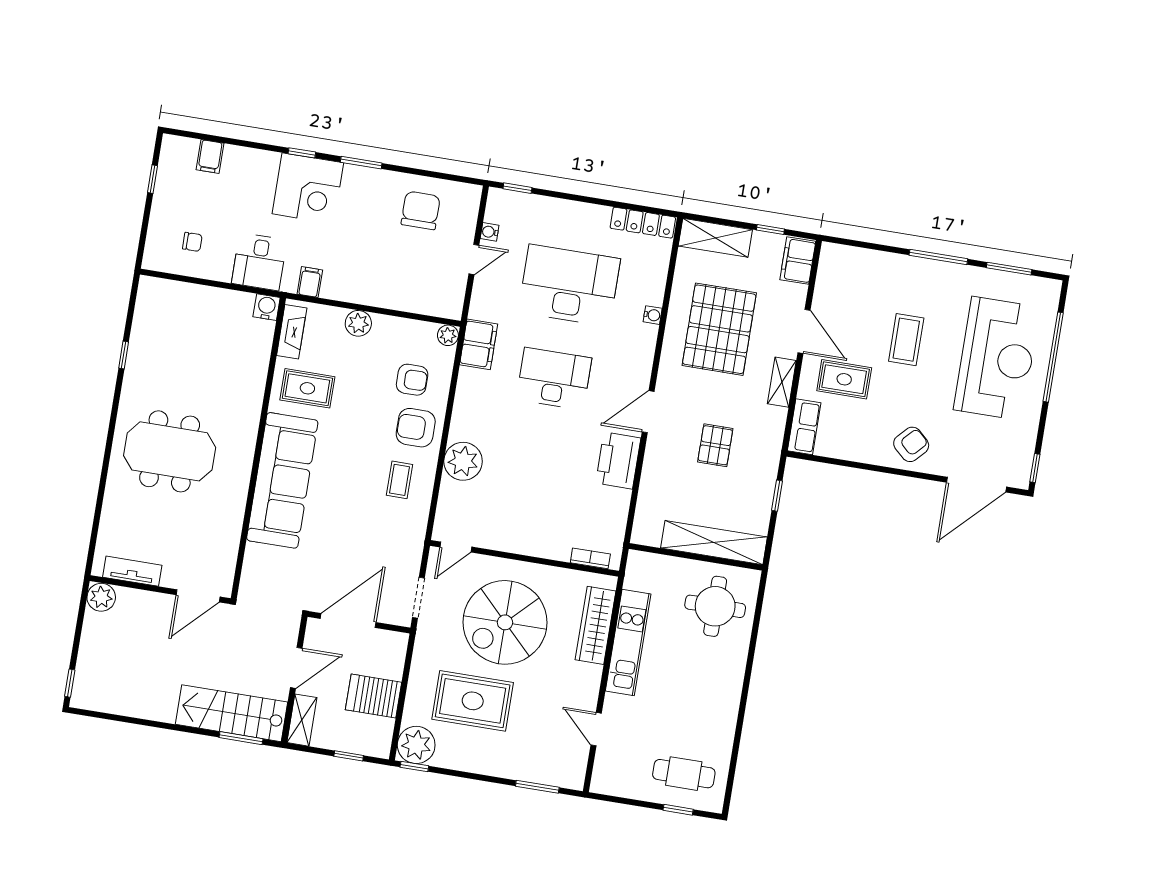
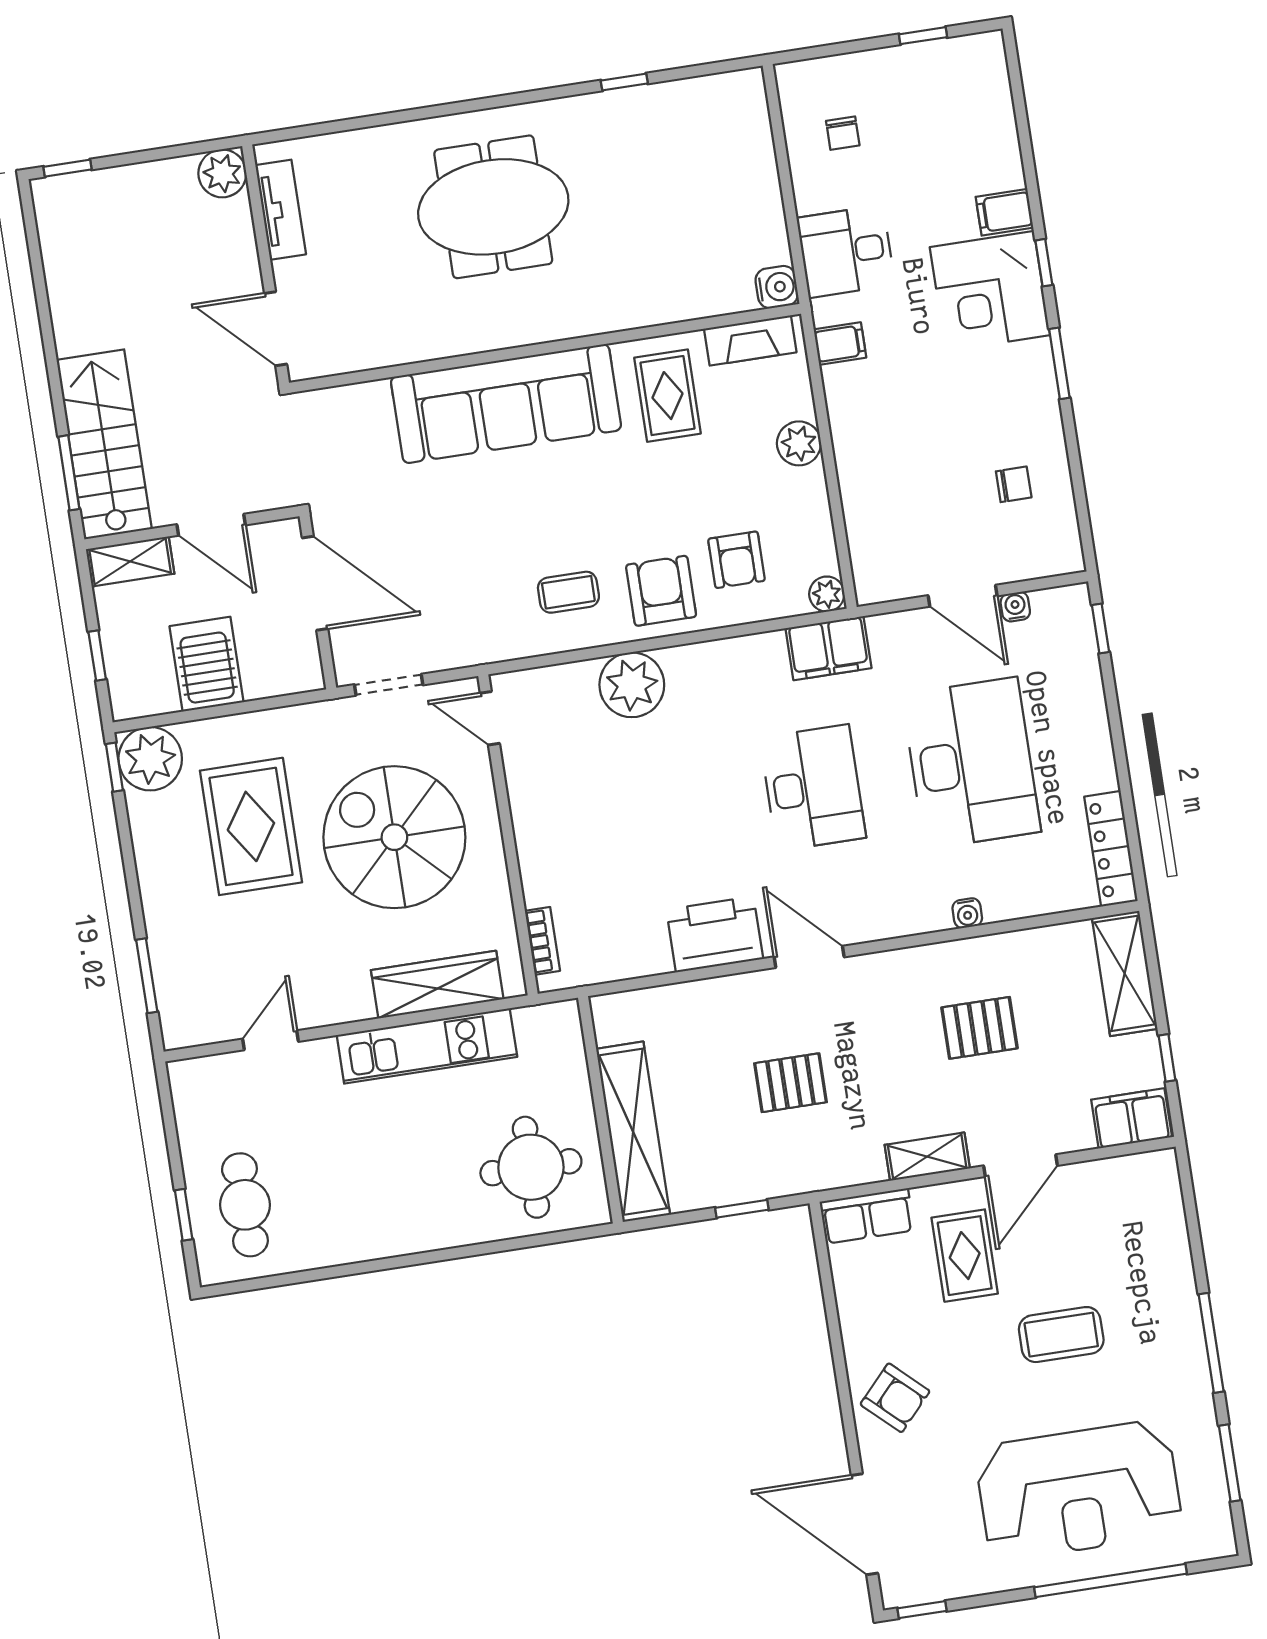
filing cabinet: (210, 156) -> (1005, 212), moved
chair: (421, 210) -> (1014, 484), width x0.54, depth x0.54
door: (474, 259) -> (963, 596), width x1.37
pallet: (719, 329) -> (979, 1028), width x0.49, depth x0.50
meeting table: (170, 451) -> (493, 207), turned 90

